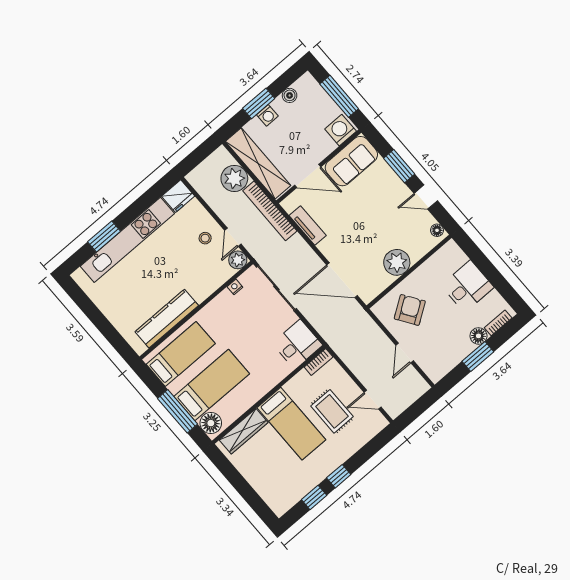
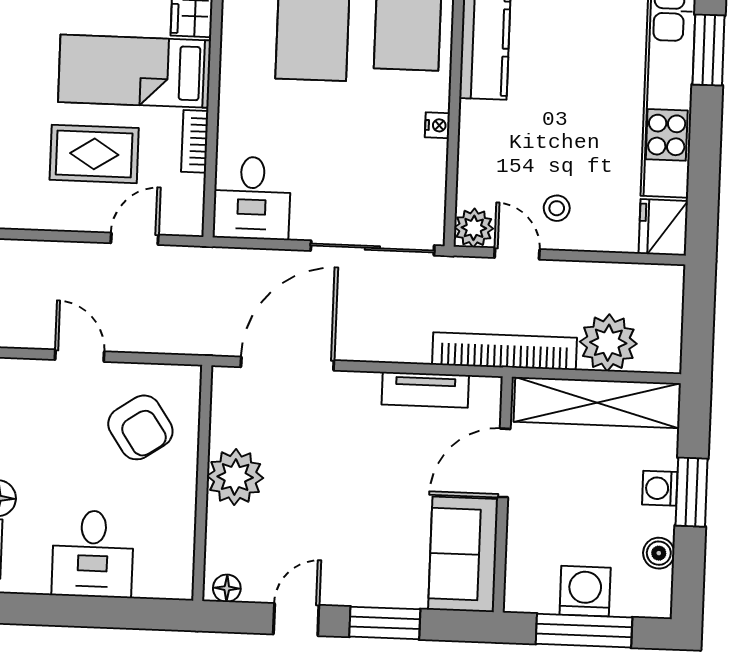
washing machine: (341, 130) -> (585, 591), moved, turned -90
nightstand: (235, 287) -> (437, 125), moved
bookcase: (319, 362) -> (195, 141), moved
door: (373, 400) -> (135, 239), moved

